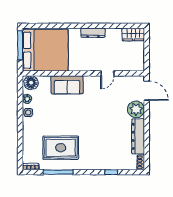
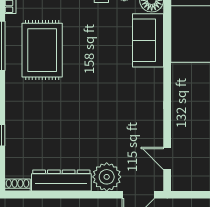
door: (107, 73) -> (167, 158), moved
sofa: (67, 85) -> (148, 40), moved

